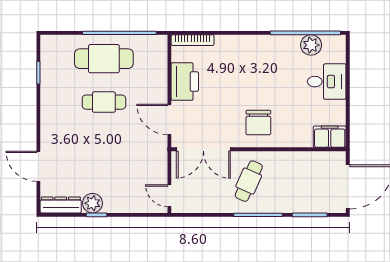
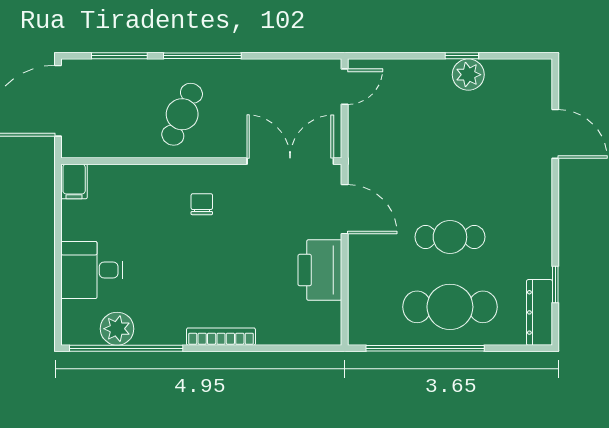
bookcase: (193, 40) -> (221, 337), moved
chair: (258, 123) -> (202, 204), width x0.54, depth x0.54
filing cabinet: (330, 137) -> (74, 181), width x0.50
cafe table: (249, 181) -> (182, 114), moved
door: (169, 196) -> (345, 87), hinge flipped
dresser: (61, 205) -> (539, 312), moved, turned 90

